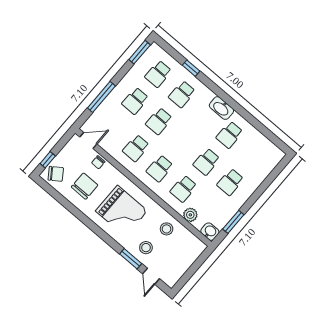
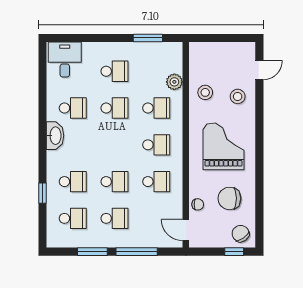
window: (140, 52) -> (92, 252), moved
desk: (265, 156) -> (65, 60), added
washbasin: (210, 232) -> (174, 52), removed
window: (131, 259) -> (259, 102), removed

